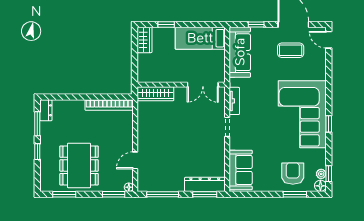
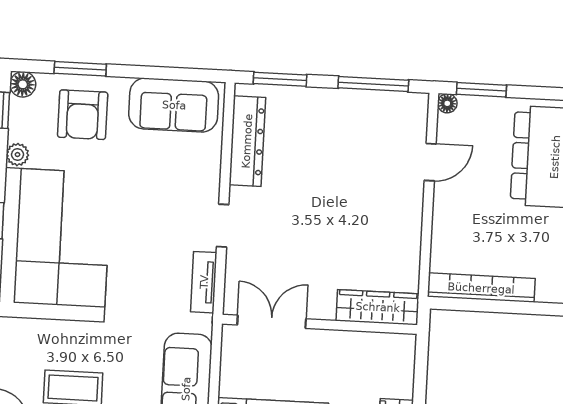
sofa: (241, 170) -> (174, 105), moved, turned -90
plant: (321, 174) -> (18, 155), moved
dresser: (205, 184) -> (247, 141), moved, turned -90

